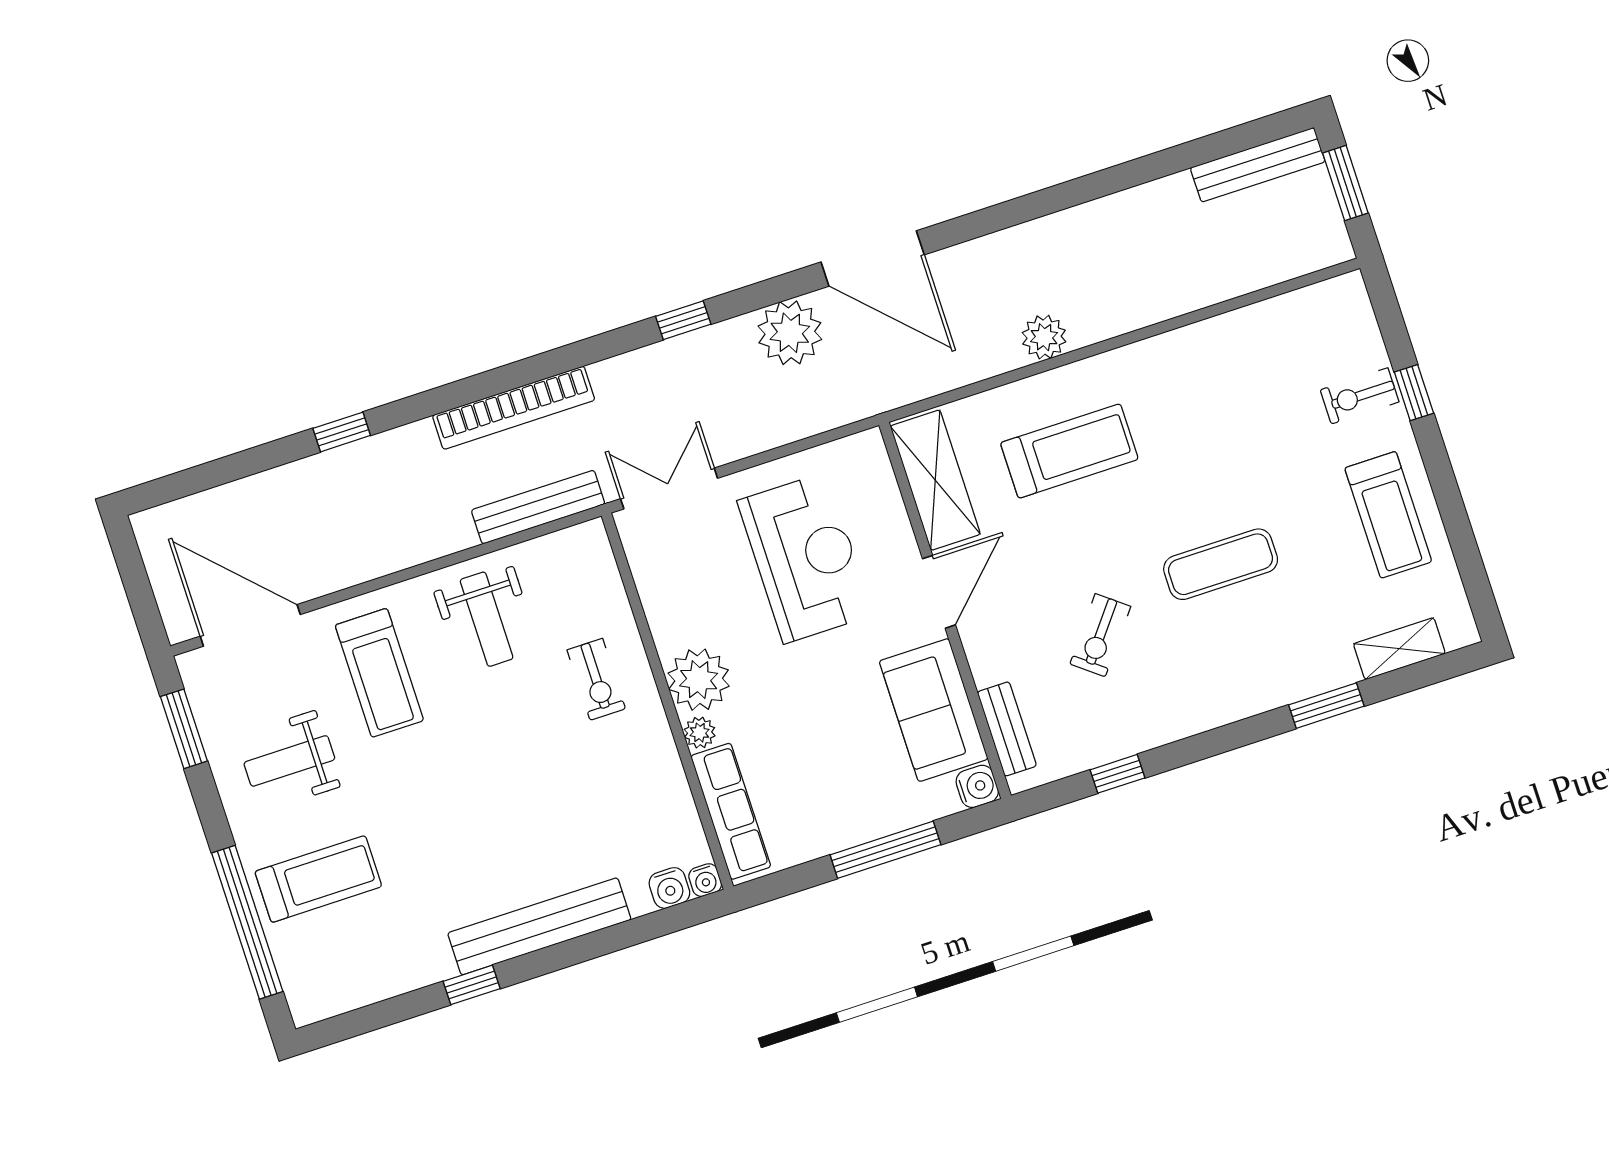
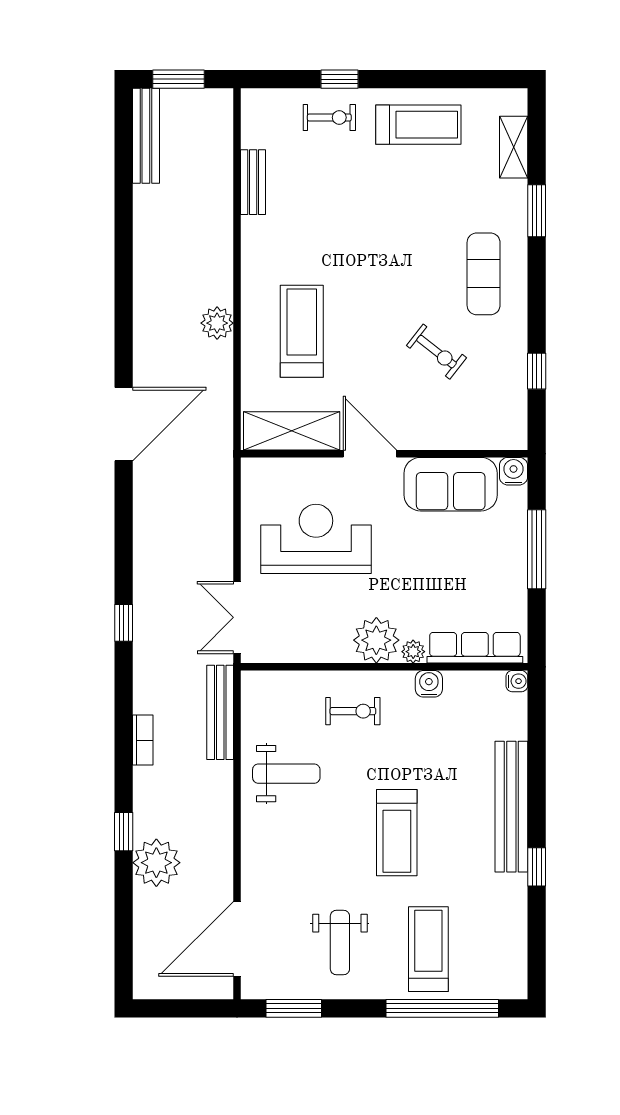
window: (683, 320) -> (124, 623), moved
plant: (790, 333) -> (156, 863), moved
exercise bike: (1360, 396) -> (329, 117), turned -90
bookcase: (514, 408) -> (143, 740), width x0.43, depth x0.76
exercise mat: (1221, 564) -> (484, 274), moved
treadmill: (379, 673) -> (397, 833), moved, turned 90
bench: (1007, 729) -> (253, 182), moved, turned 90
water cooler: (669, 888) -> (429, 684), moved, turned -90

